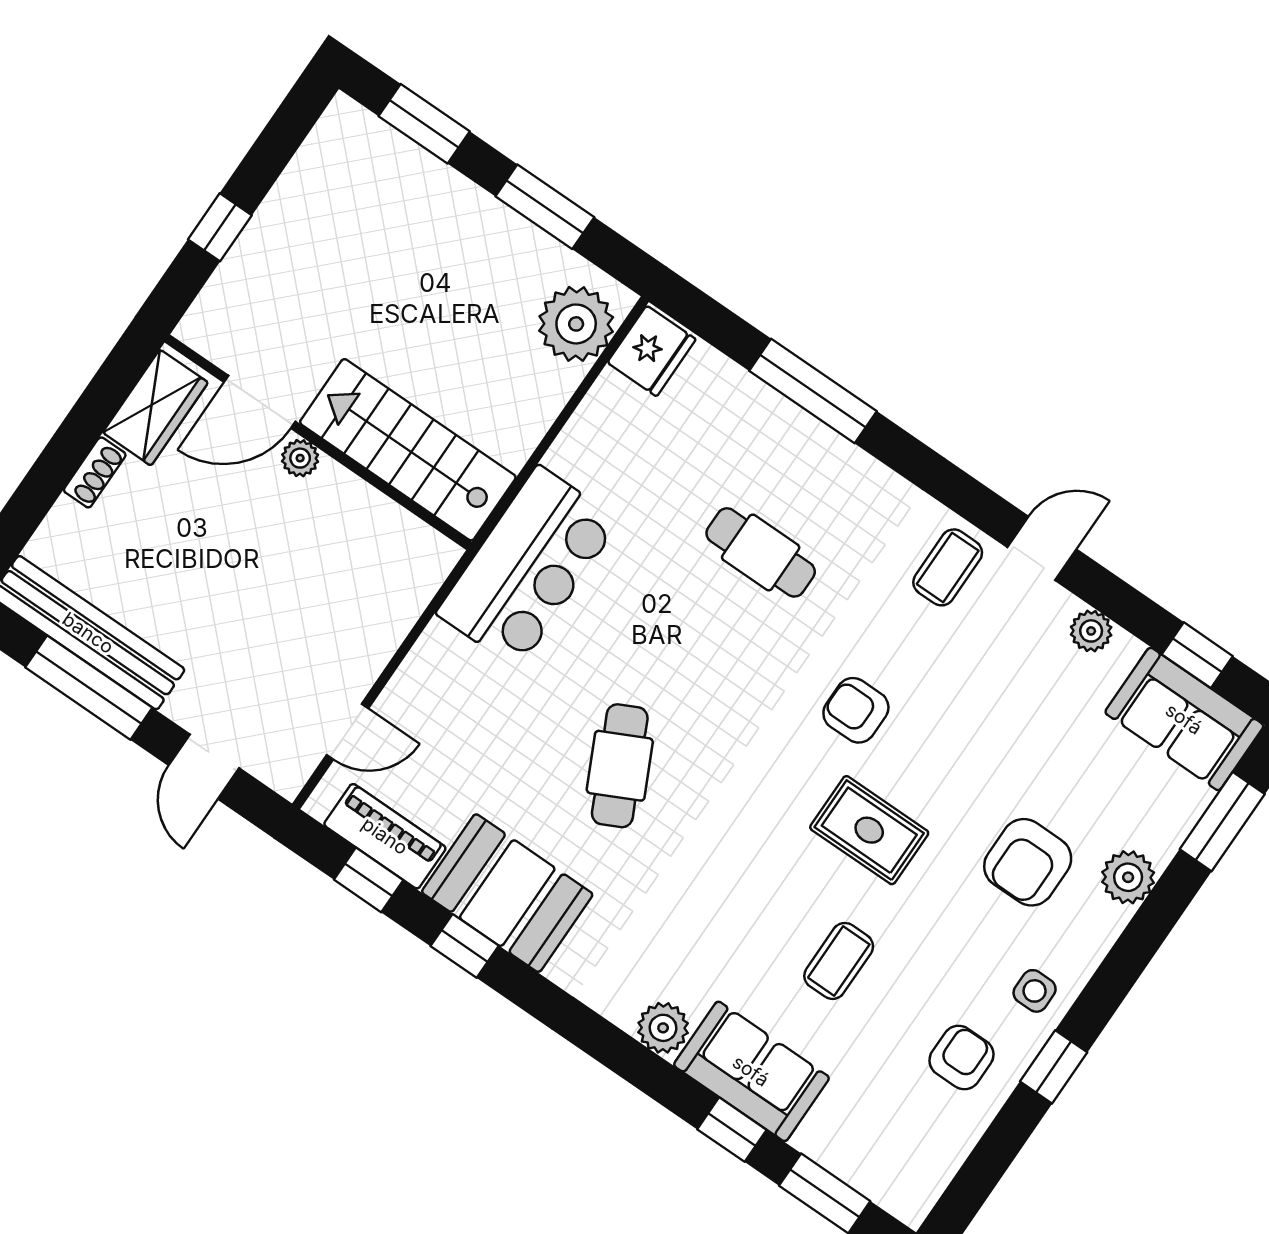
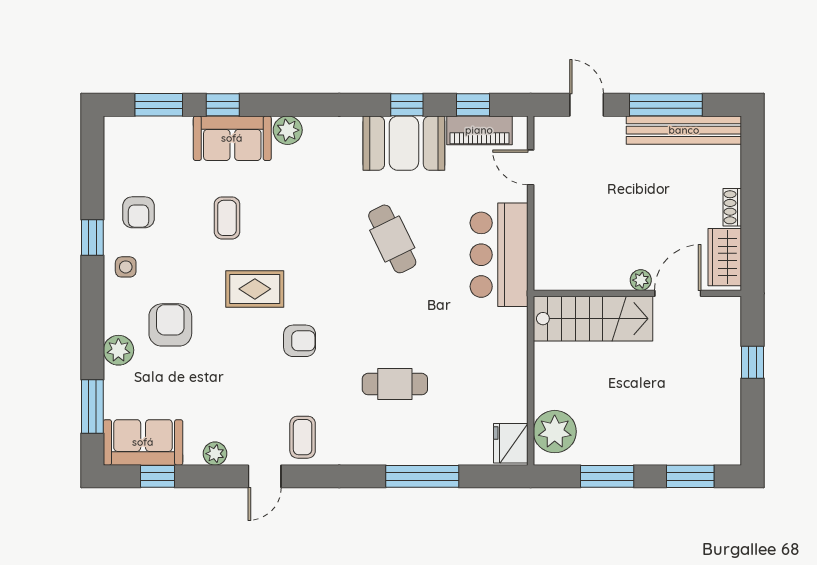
bar counter: (528, 567) -> (499, 255), moved
door: (347, 732) -> (531, 167), hinge flipped

